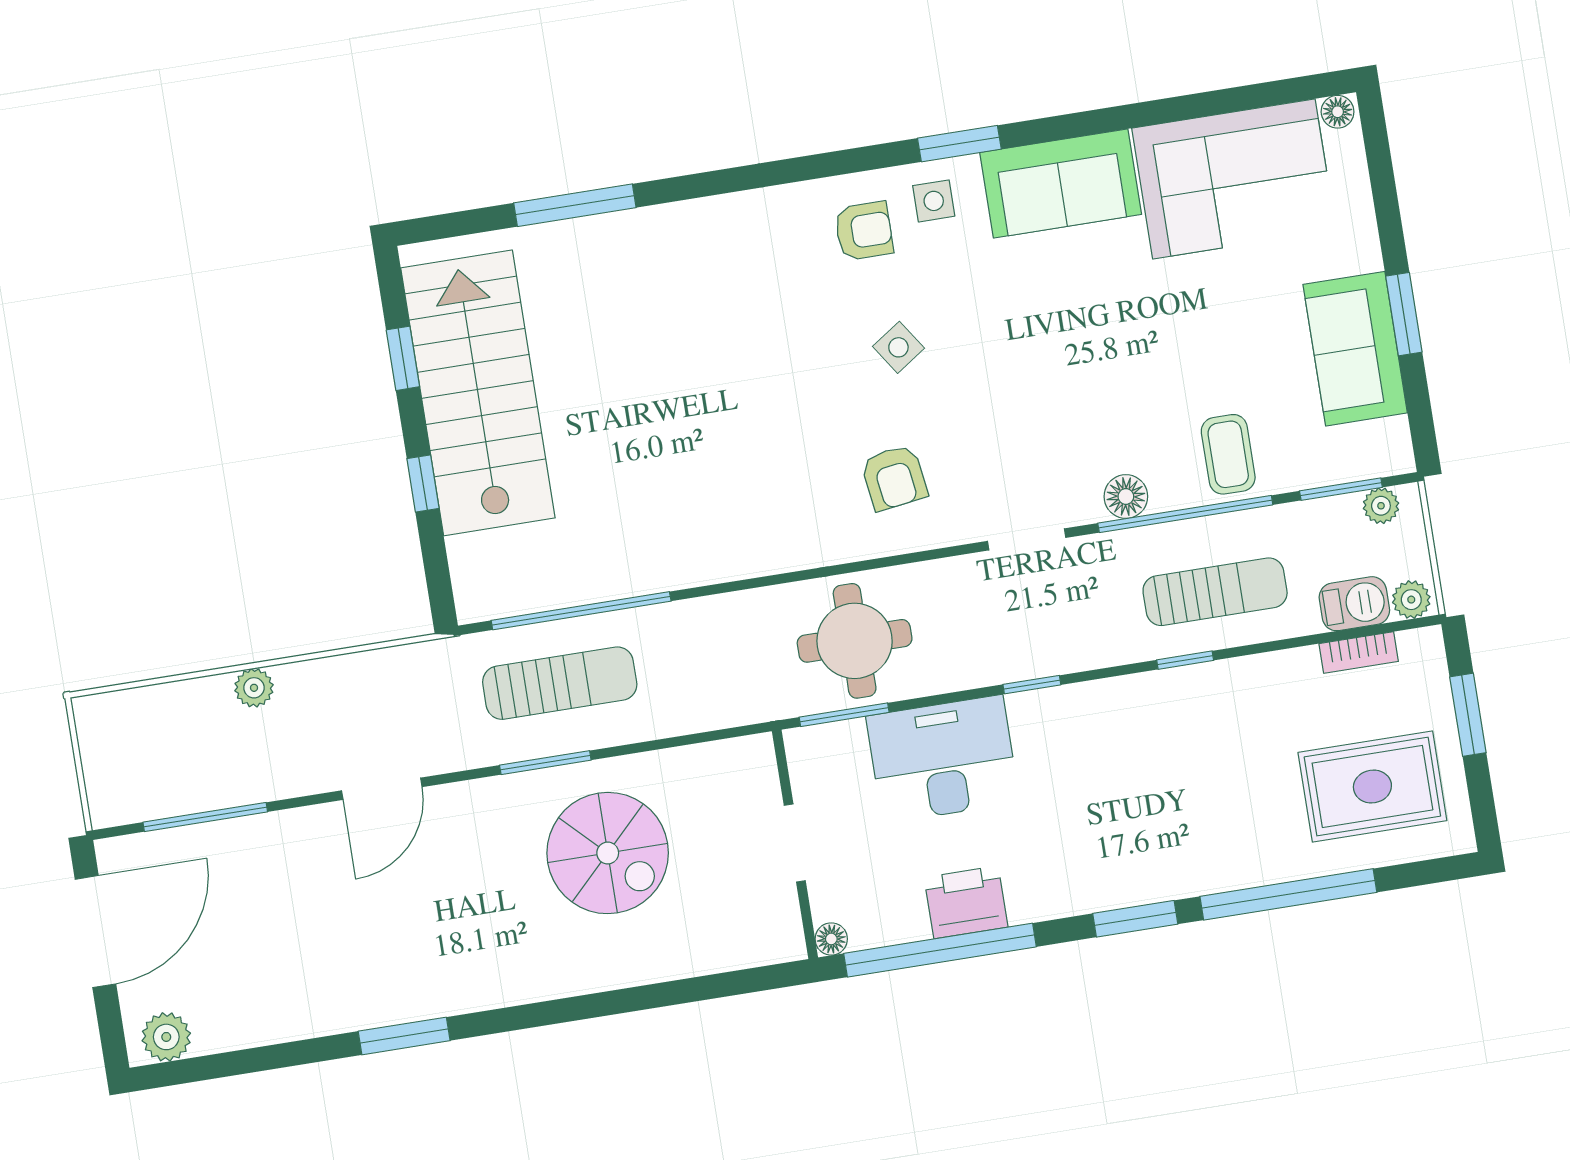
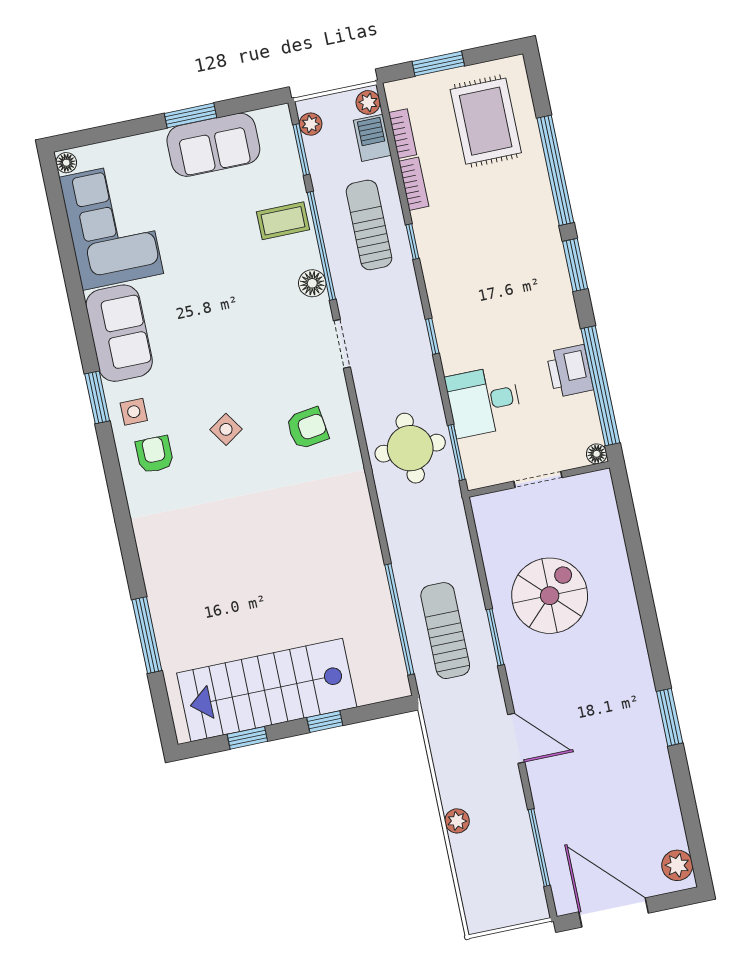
bookcase: (1278, 667) -> (414, 184), added
desk: (943, 759) -> (484, 401), width x0.73

